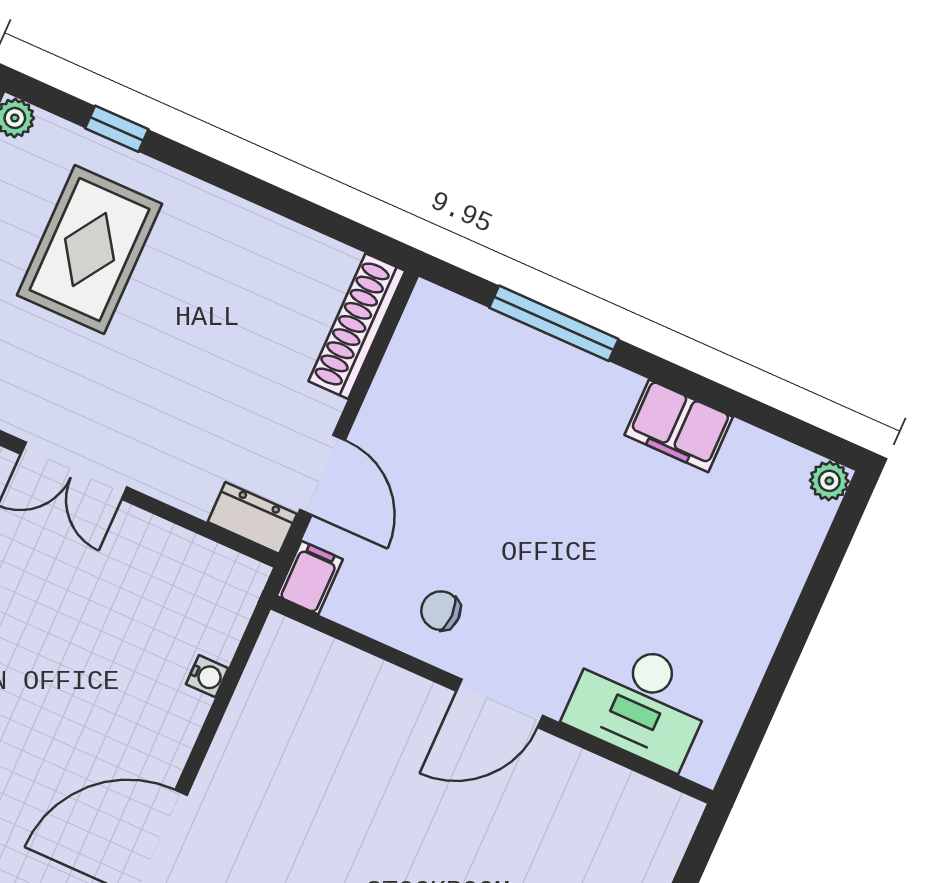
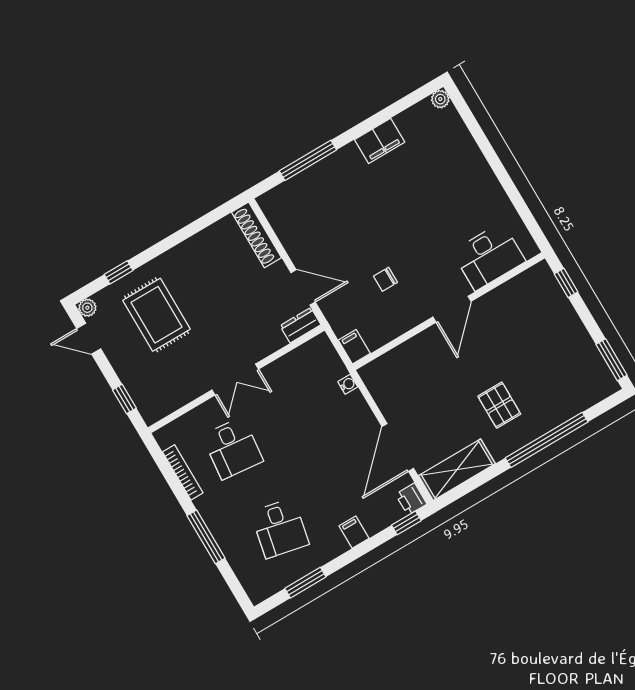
filing cabinet: (310, 578) -> (354, 347), moved
wall: (492, 700) -> (449, 311), moved
desk: (640, 702) -> (489, 256), moved
door: (500, 703) -> (452, 309), moved

